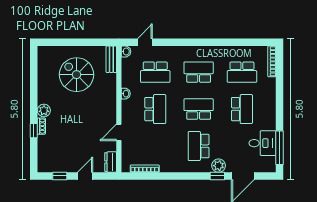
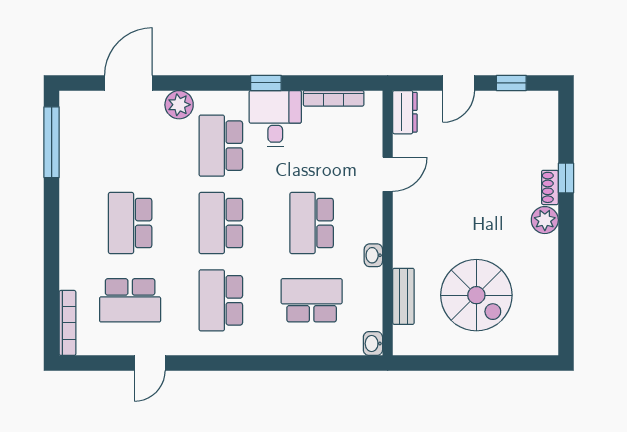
door: (145, 42) -> (150, 363), moved
bench: (111, 59) -> (403, 296), moved
school desk: (199, 72) -> (221, 300), turned 90
school desk: (242, 72) -> (130, 300), turned 180
school desk: (199, 109) -> (221, 223), turned 90
desk: (262, 143) -> (275, 119), moved, turned 90
school desk: (199, 146) -> (221, 146), turned 180
window: (217, 176) -> (266, 83), moved

